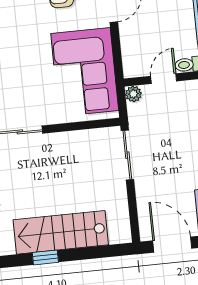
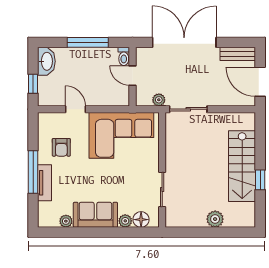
plant: (133, 94) -> (159, 100), moved
door: (172, 245) -> (260, 82), hinge flipped

